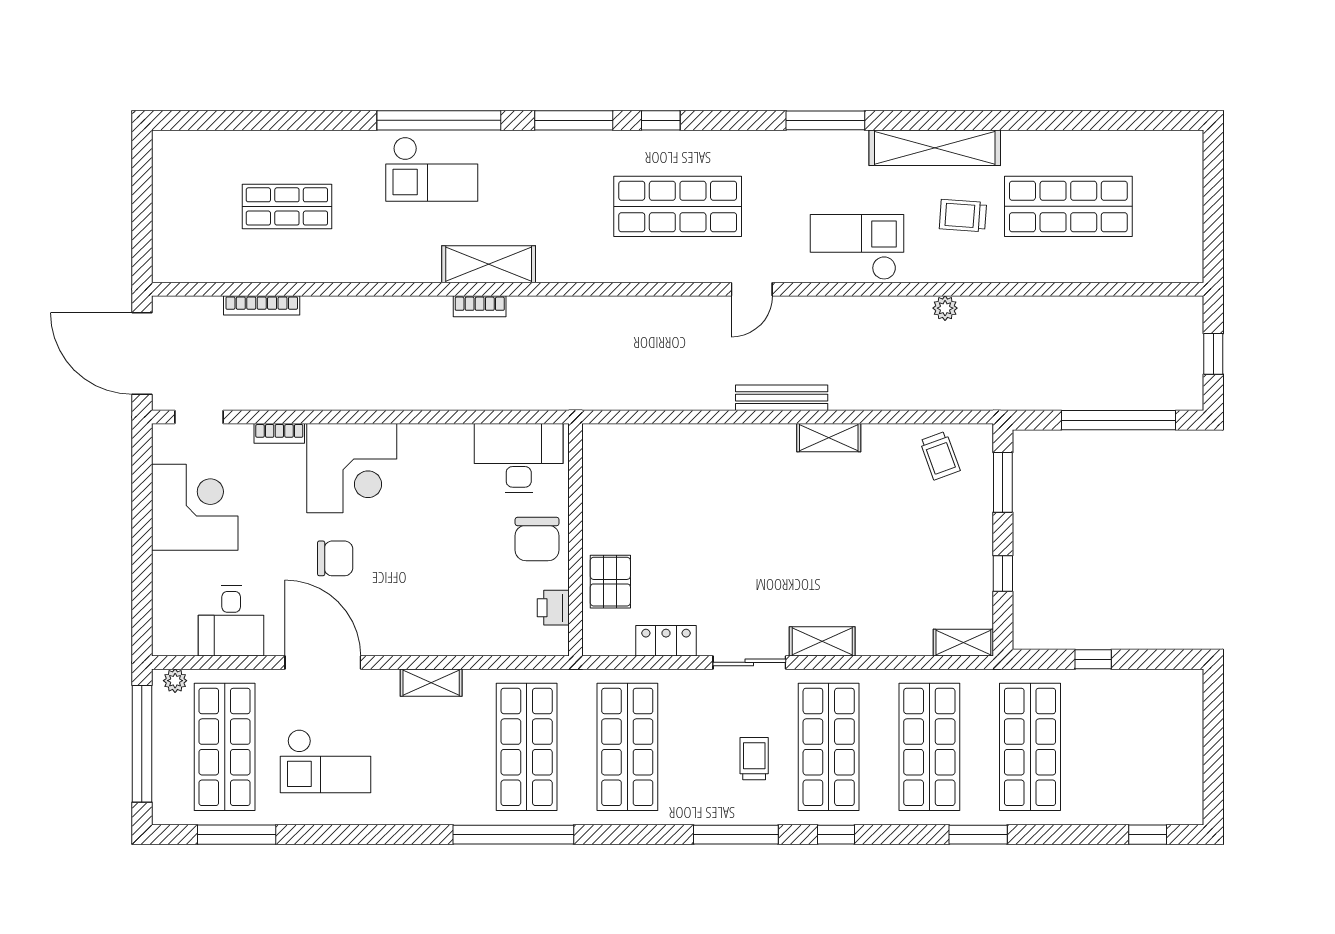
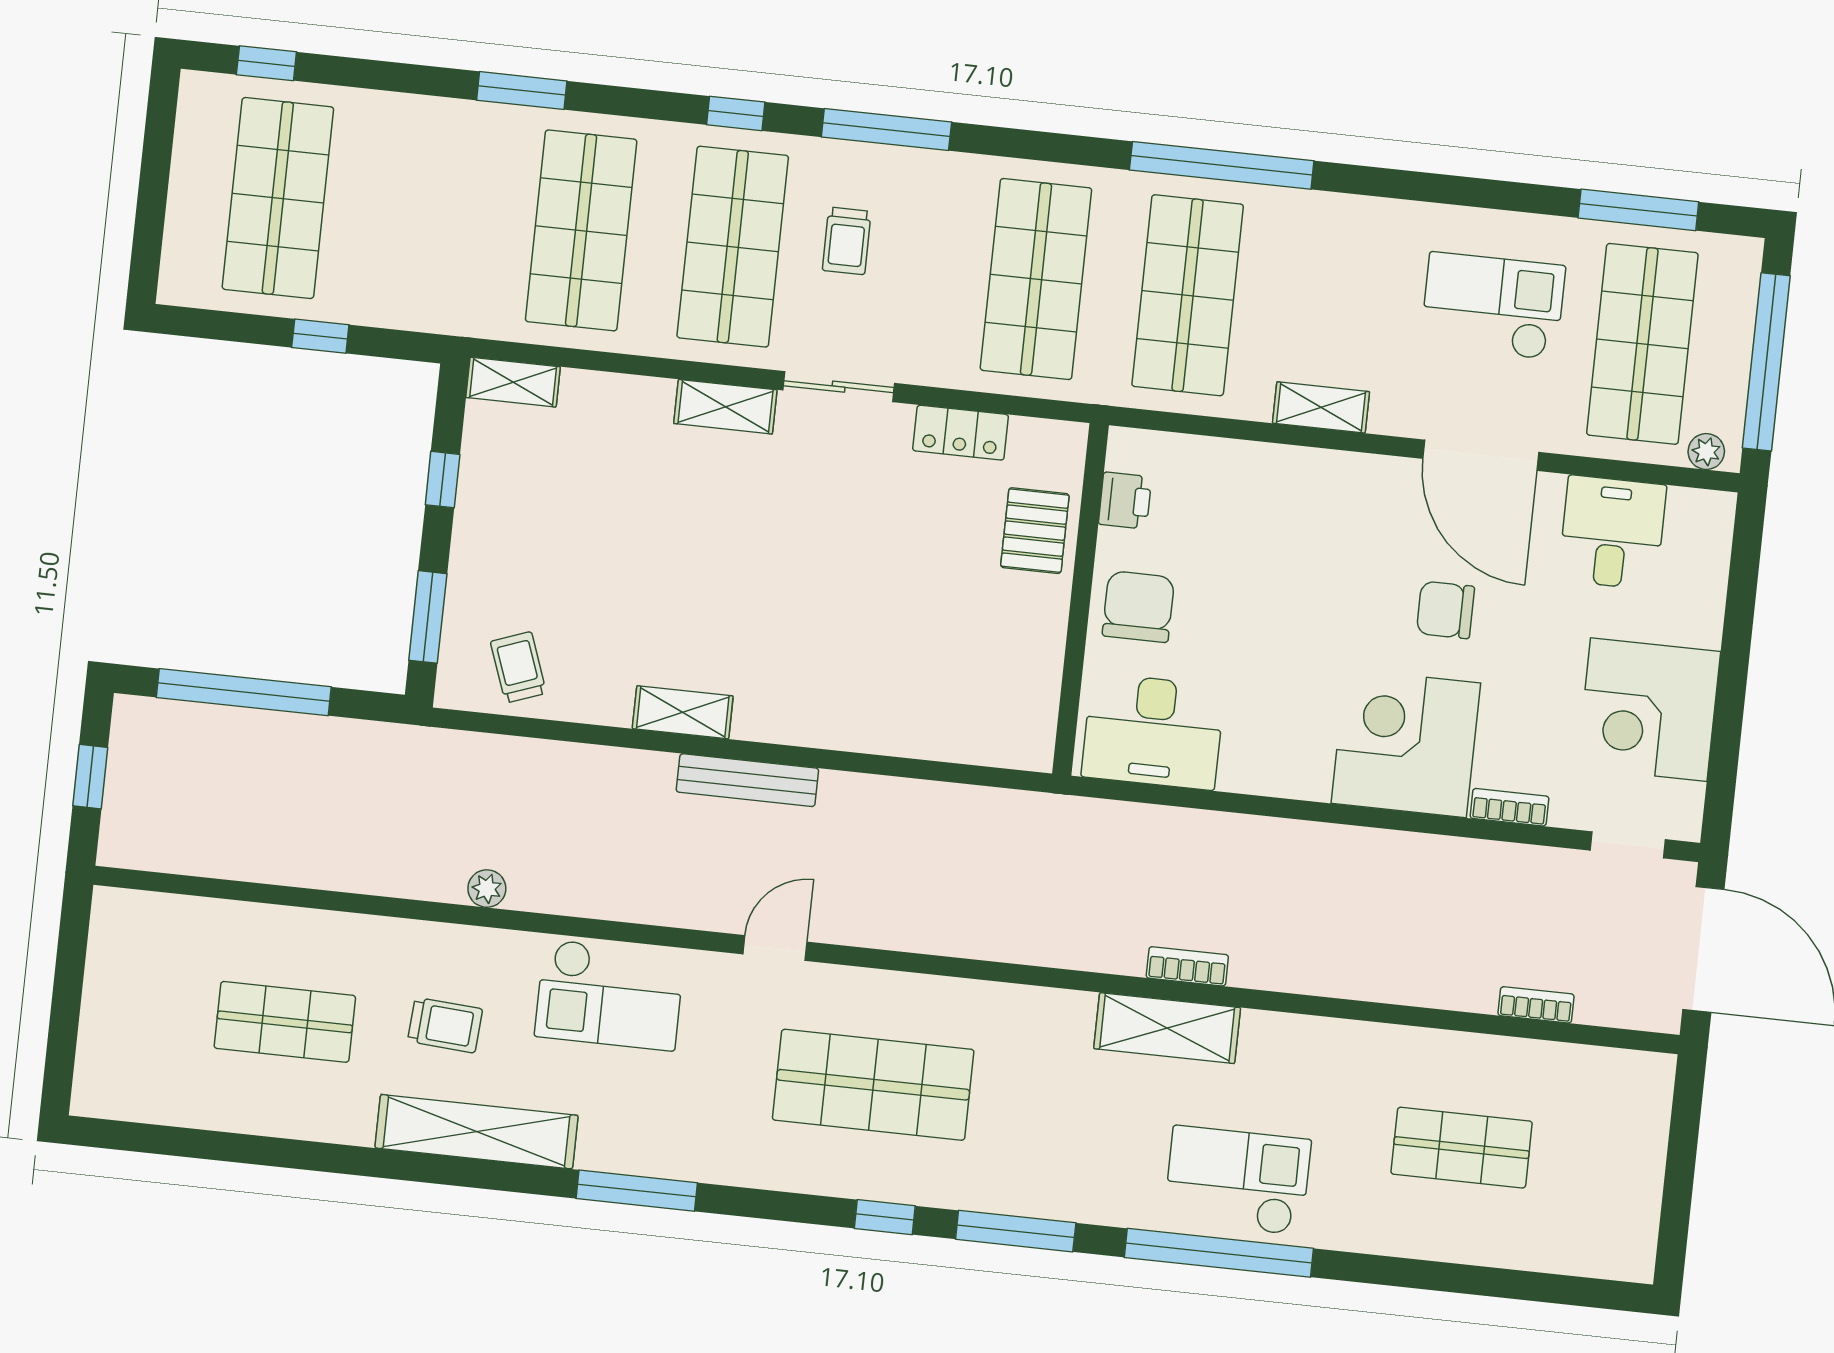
shop shelf: (1068, 206) -> (285, 1022), width x0.70, depth x0.74
bookcase: (262, 305) -> (1536, 1005), width x0.64
shop shelf: (1030, 747) -> (278, 198), moved

